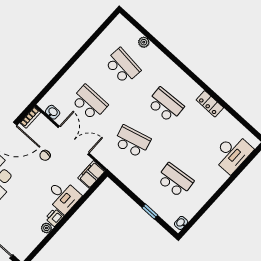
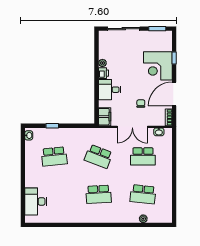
locker: (210, 104) -> (74, 218), removed
school desk: (132, 141) -> (99, 156), turned 36

